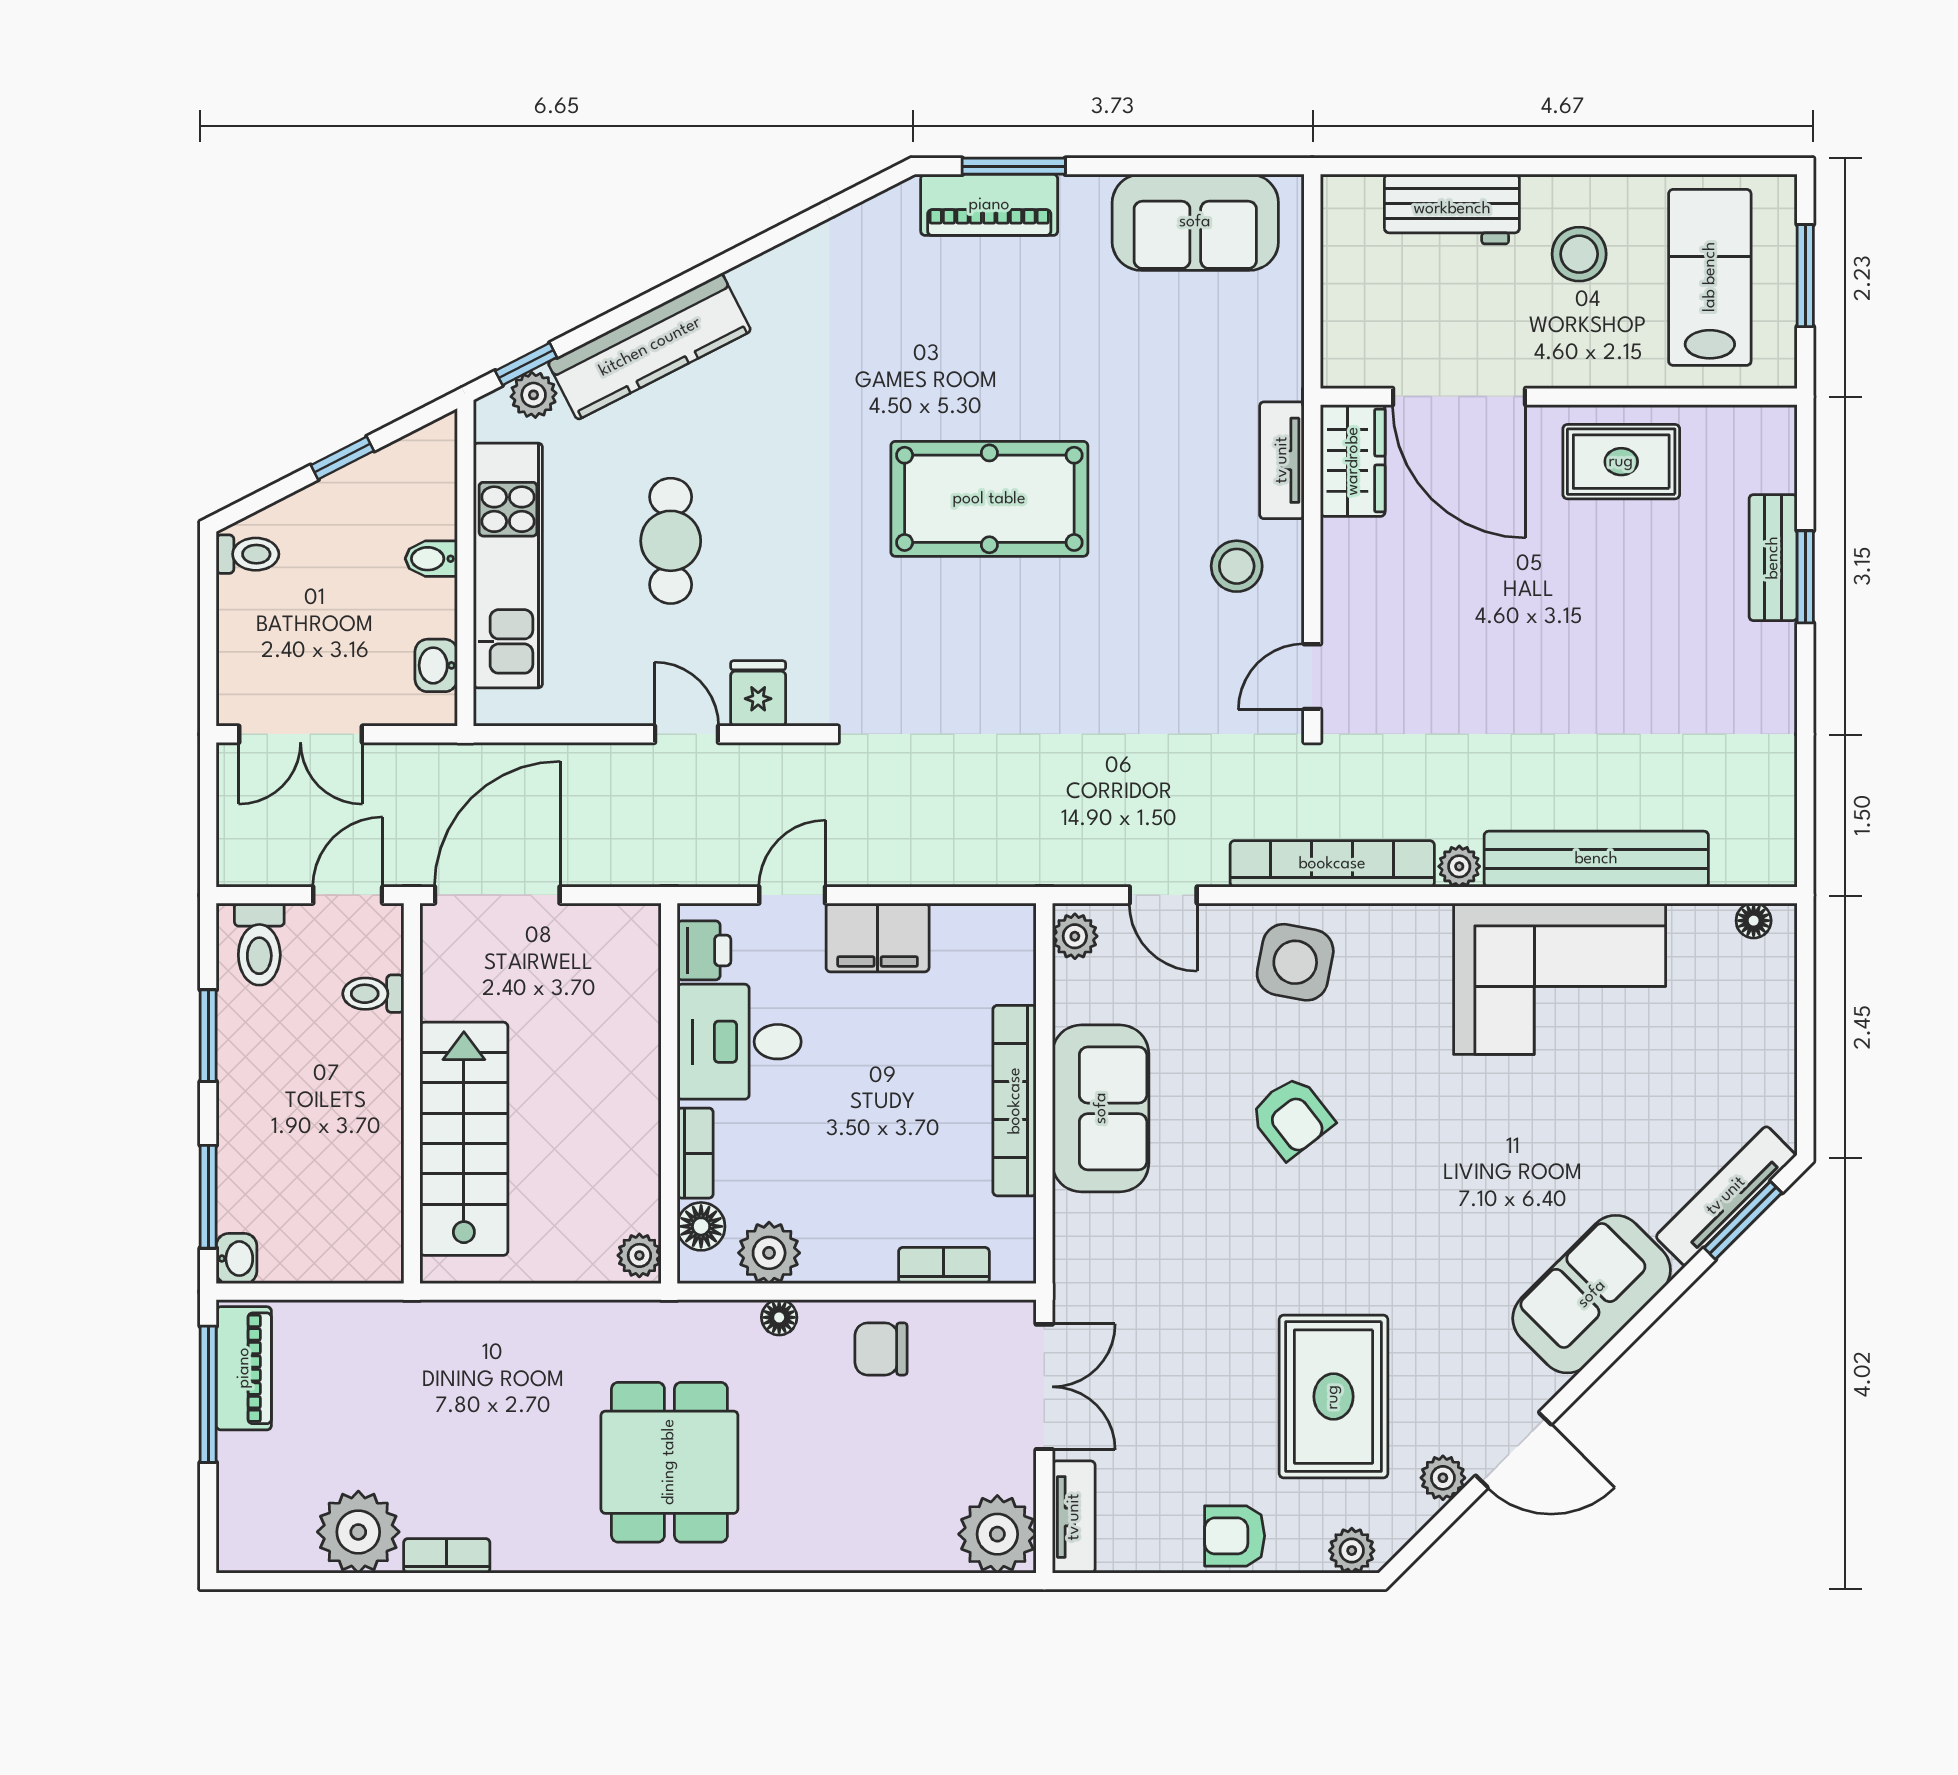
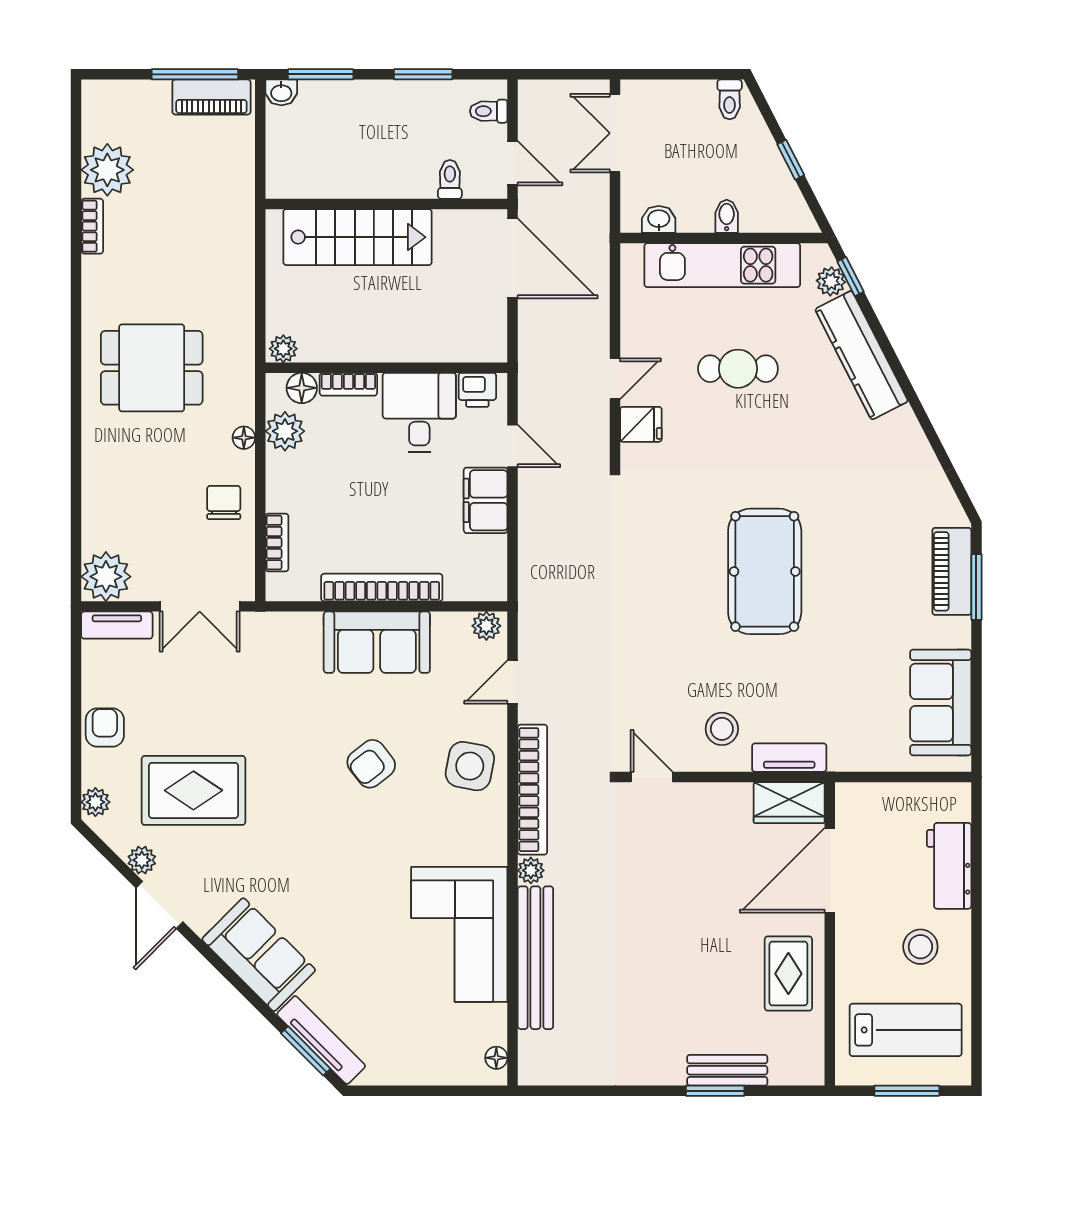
toilet: (259, 944) -> (489, 111), width x0.73, depth x0.72

